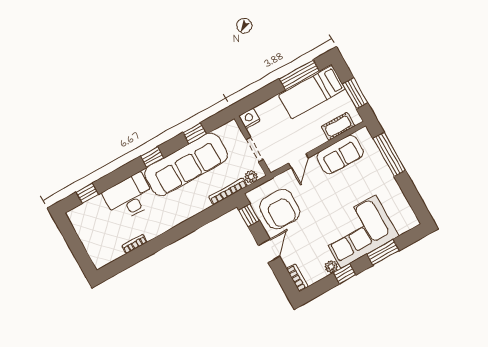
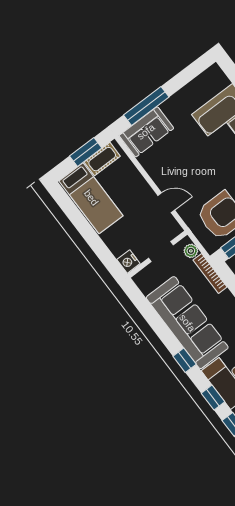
window: (299, 75) -> (74, 215), removed
cot: (338, 126) -> (102, 159), moved, turned 90
window: (195, 133) -> (213, 397), moved
sofa: (340, 155) -> (146, 132), moved, turned 90

